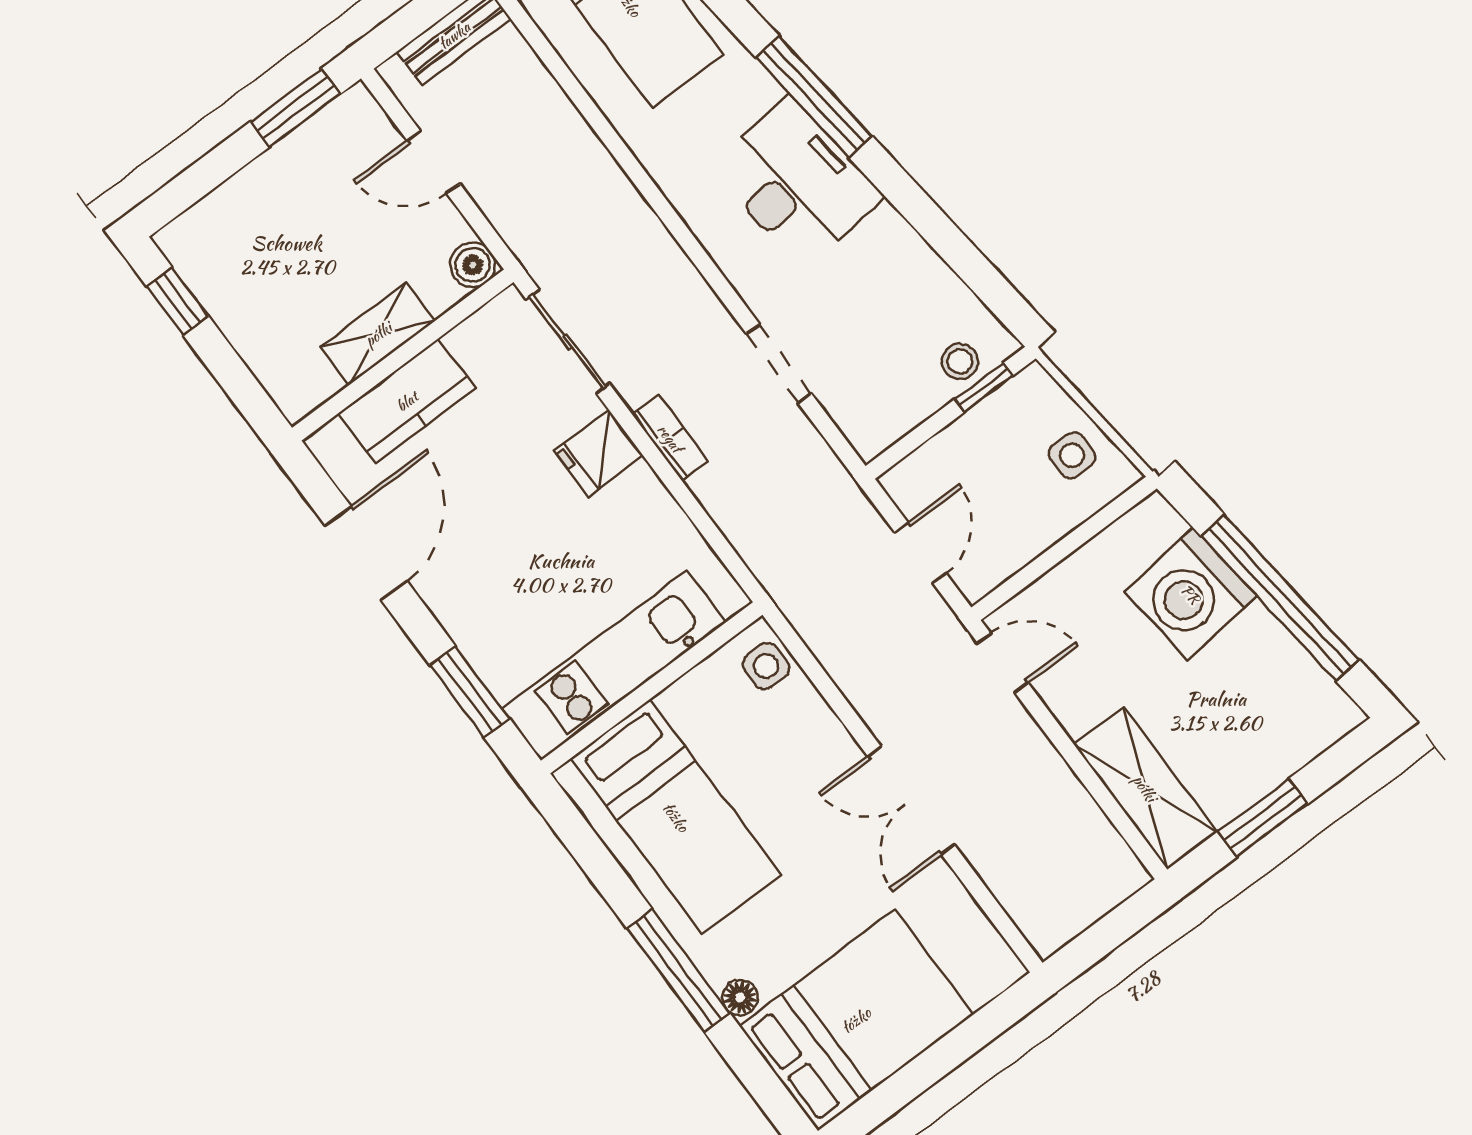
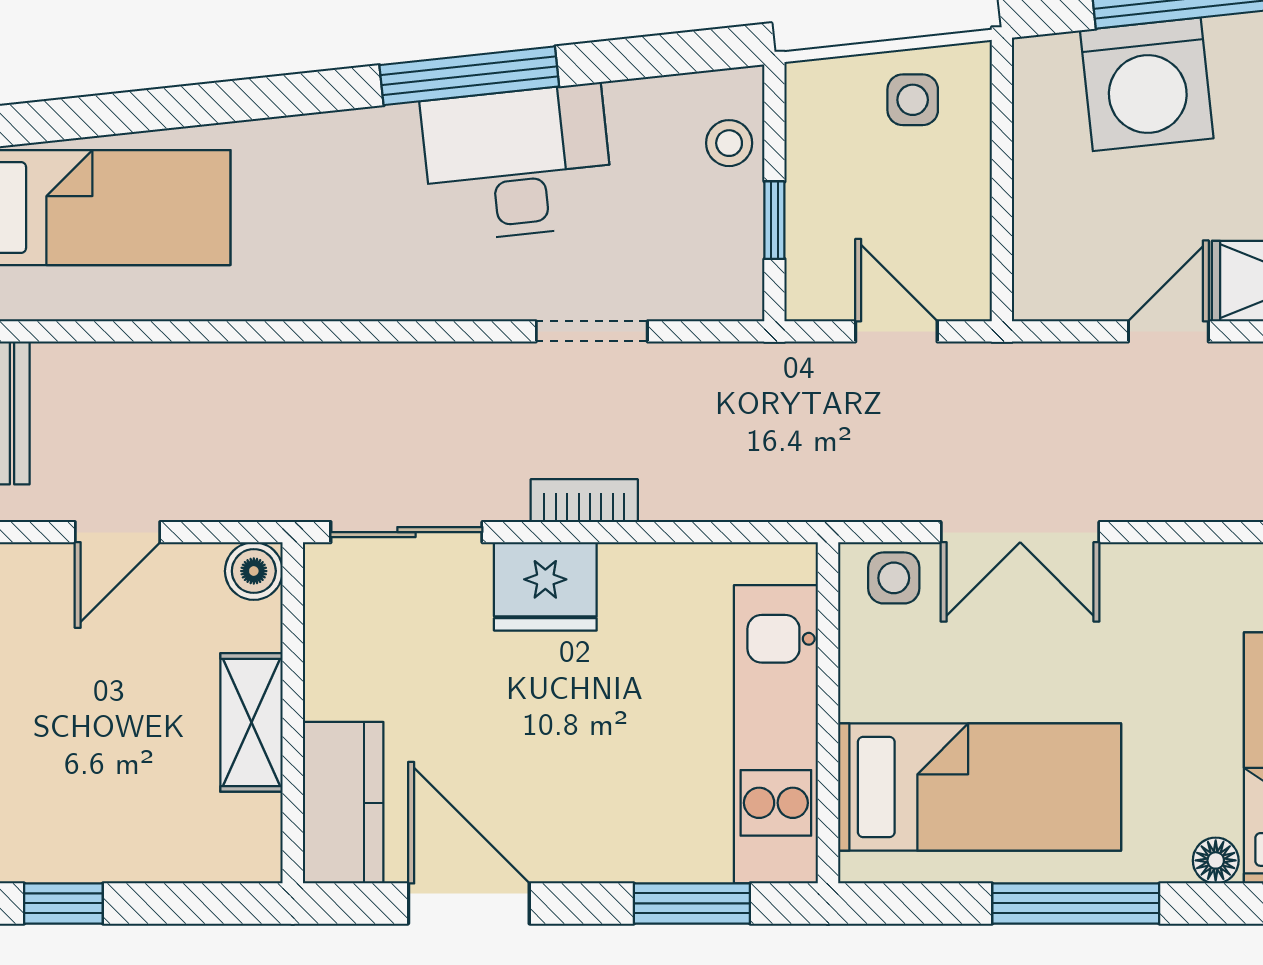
window: (814, 97) -> (469, 76), moved
desk: (797, 183) -> (517, 163), moved
window: (984, 388) -> (774, 220), moved
kitchen counter: (407, 401) -> (343, 803), moved
fridge: (599, 453) -> (545, 586), width x1.38
door: (1003, 663) -> (1168, 331), moved
double door: (911, 800) -> (1020, 532), moved
window: (678, 971) -> (1076, 903), moved

